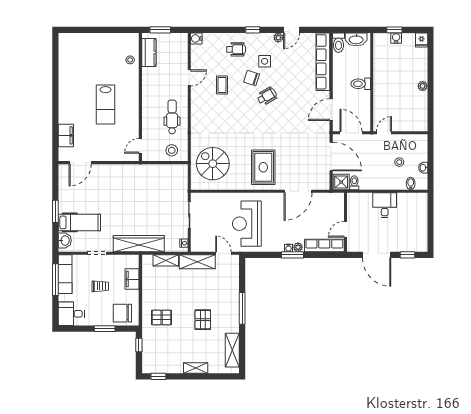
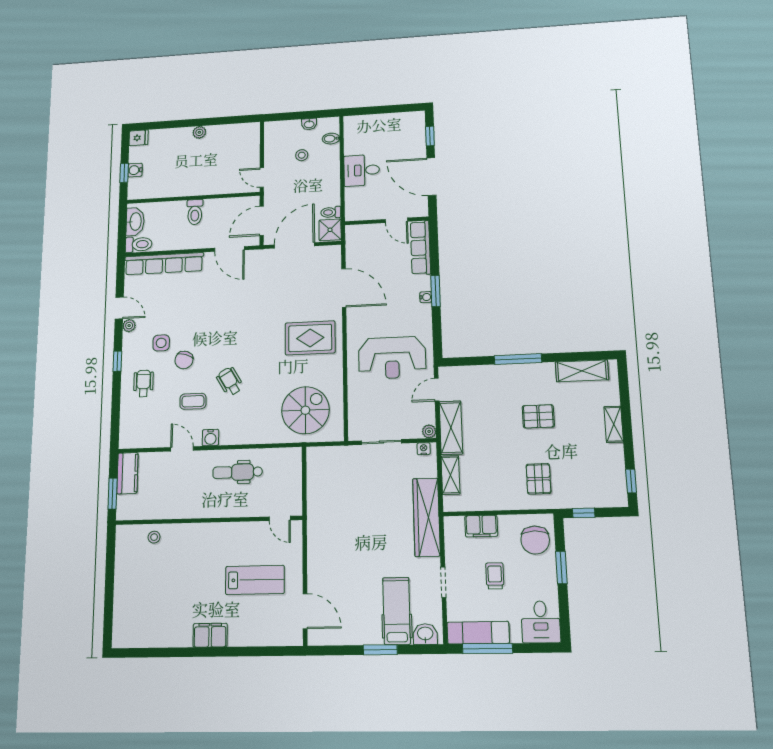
water cooler: (196, 39) -> (210, 438), moved
kitchen counter: (149, 52) -> (127, 473), moved, turned 90
wheelchair: (267, 96) -> (230, 381), moved
lab bench: (105, 105) -> (255, 580), moved
filing cabinet: (66, 135) -> (210, 635), moved
stool: (172, 150) -> (286, 471), removed
spiral stairs: (213, 164) -> (305, 410), turned 180
plant: (298, 247) -> (429, 431), moved
door: (377, 255) -> (431, 177), swing flipped

